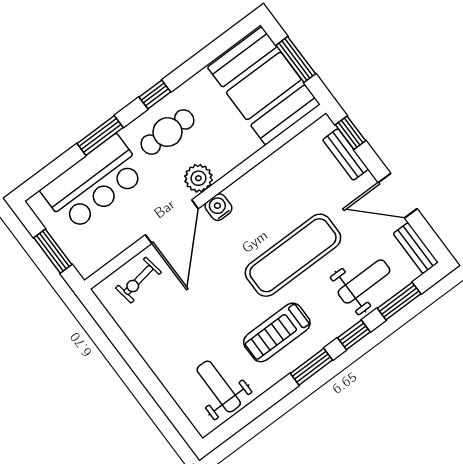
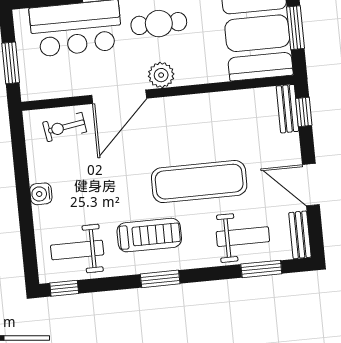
bench: (345, 154) -> (287, 109), moved
water cooler: (218, 207) -> (41, 194), moved, turned -90
treadmill: (277, 332) -> (149, 235), turned 180
window: (354, 335) -> (64, 288), moved
weight bench: (219, 386) -> (77, 250), turned -90

